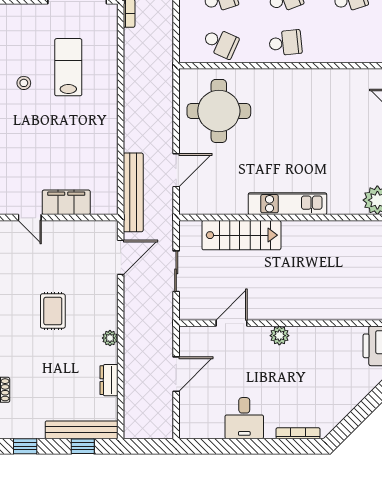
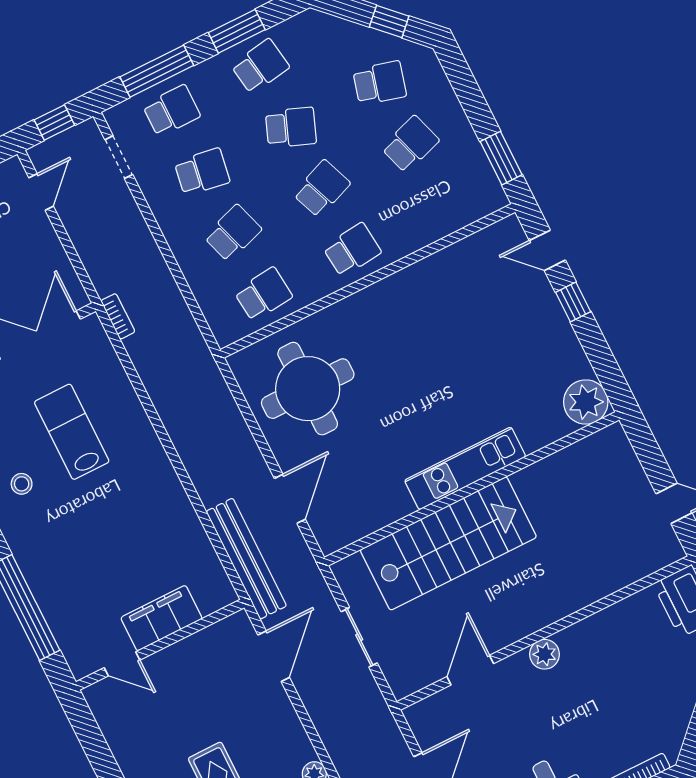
school desk: (221, 43) -> (263, 294), turned -30
stairs: (241, 235) -> (448, 543), width x1.36, depth x1.51

